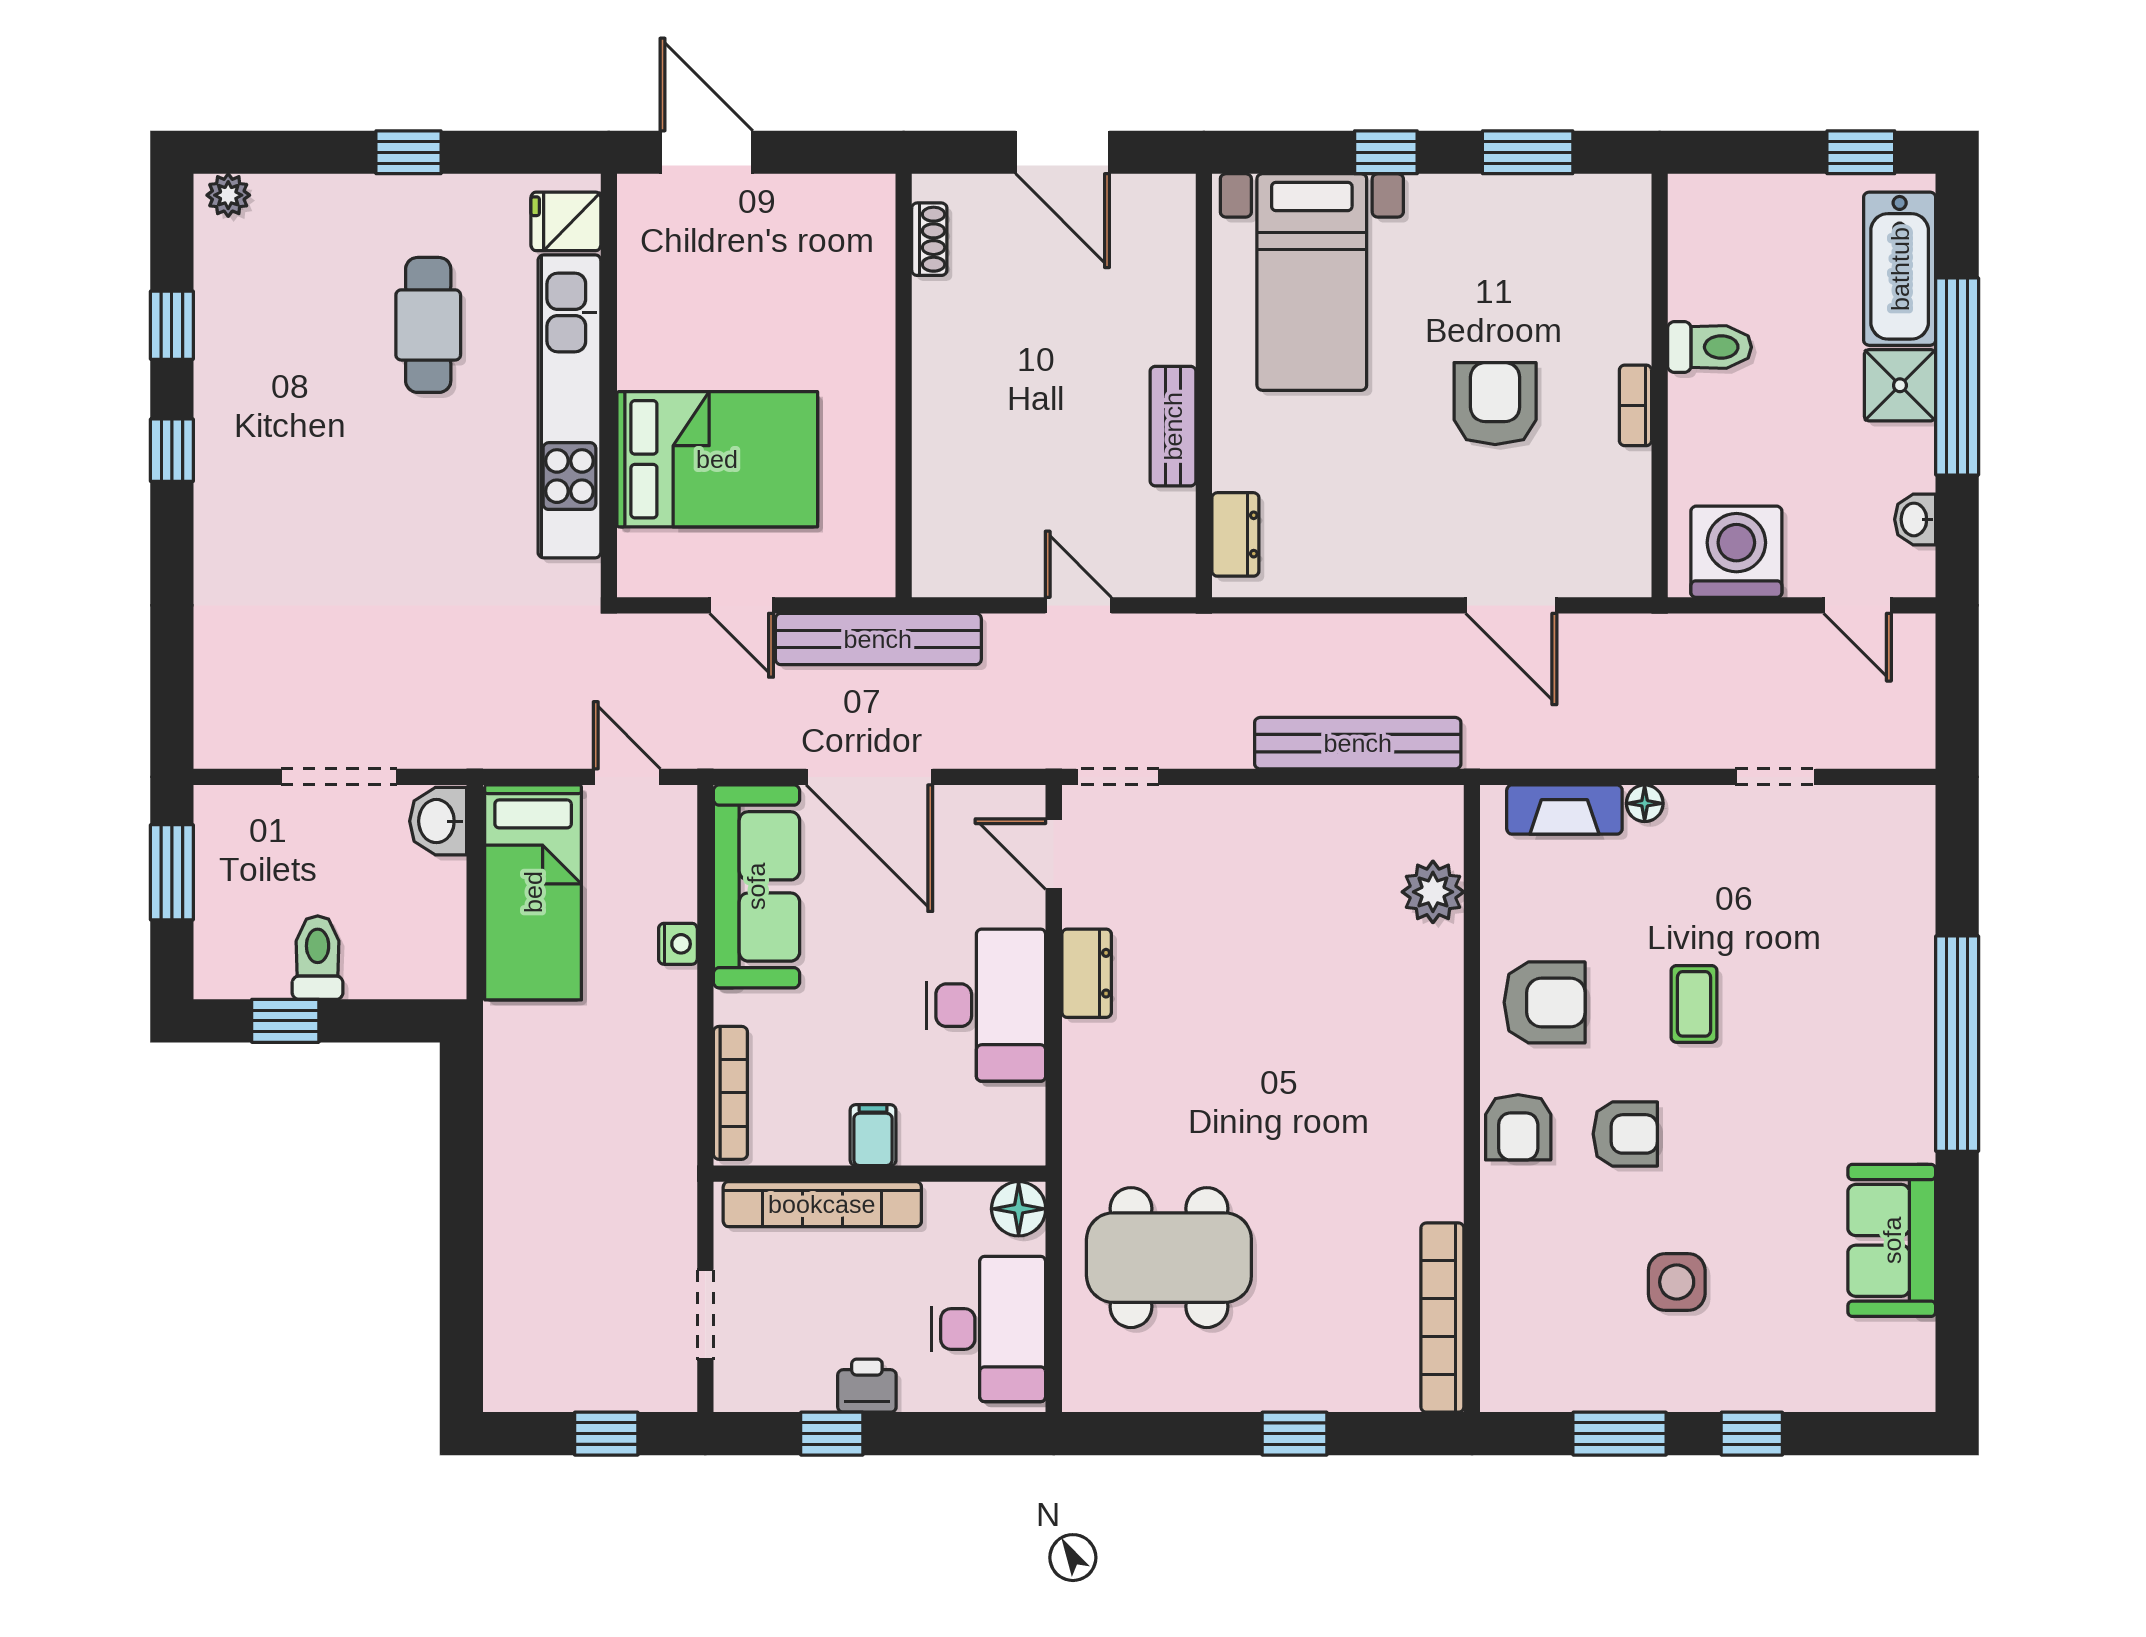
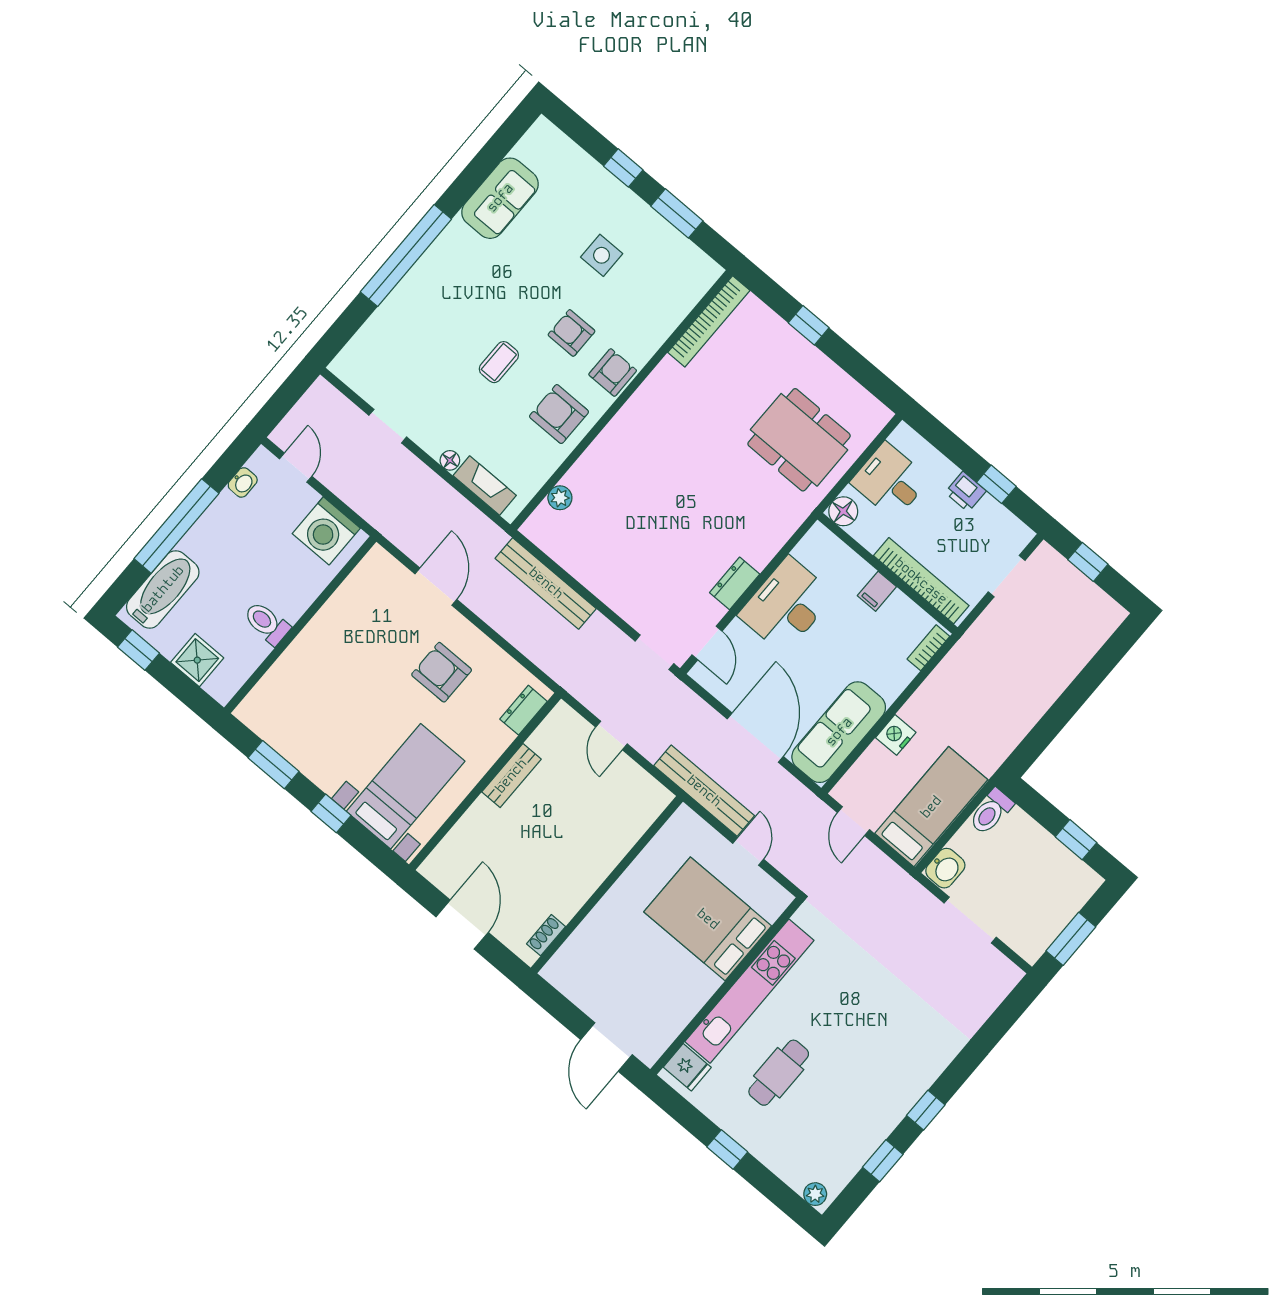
shower: (1900, 385) -> (197, 660), moved
armchair: (1495, 404) -> (442, 672), moved, turned 90
bookcase: (1635, 405) -> (317, 625), removed
plant: (1433, 892) -> (560, 498), width x0.73, depth x0.73
nightstand: (678, 944) -> (896, 735), width x1.39, depth x1.35
toilet: (318, 958) -> (991, 812), moved
bookcase: (730, 1093) -> (928, 648), width x0.64
desk: (989, 1329) -> (890, 481), width x0.73

